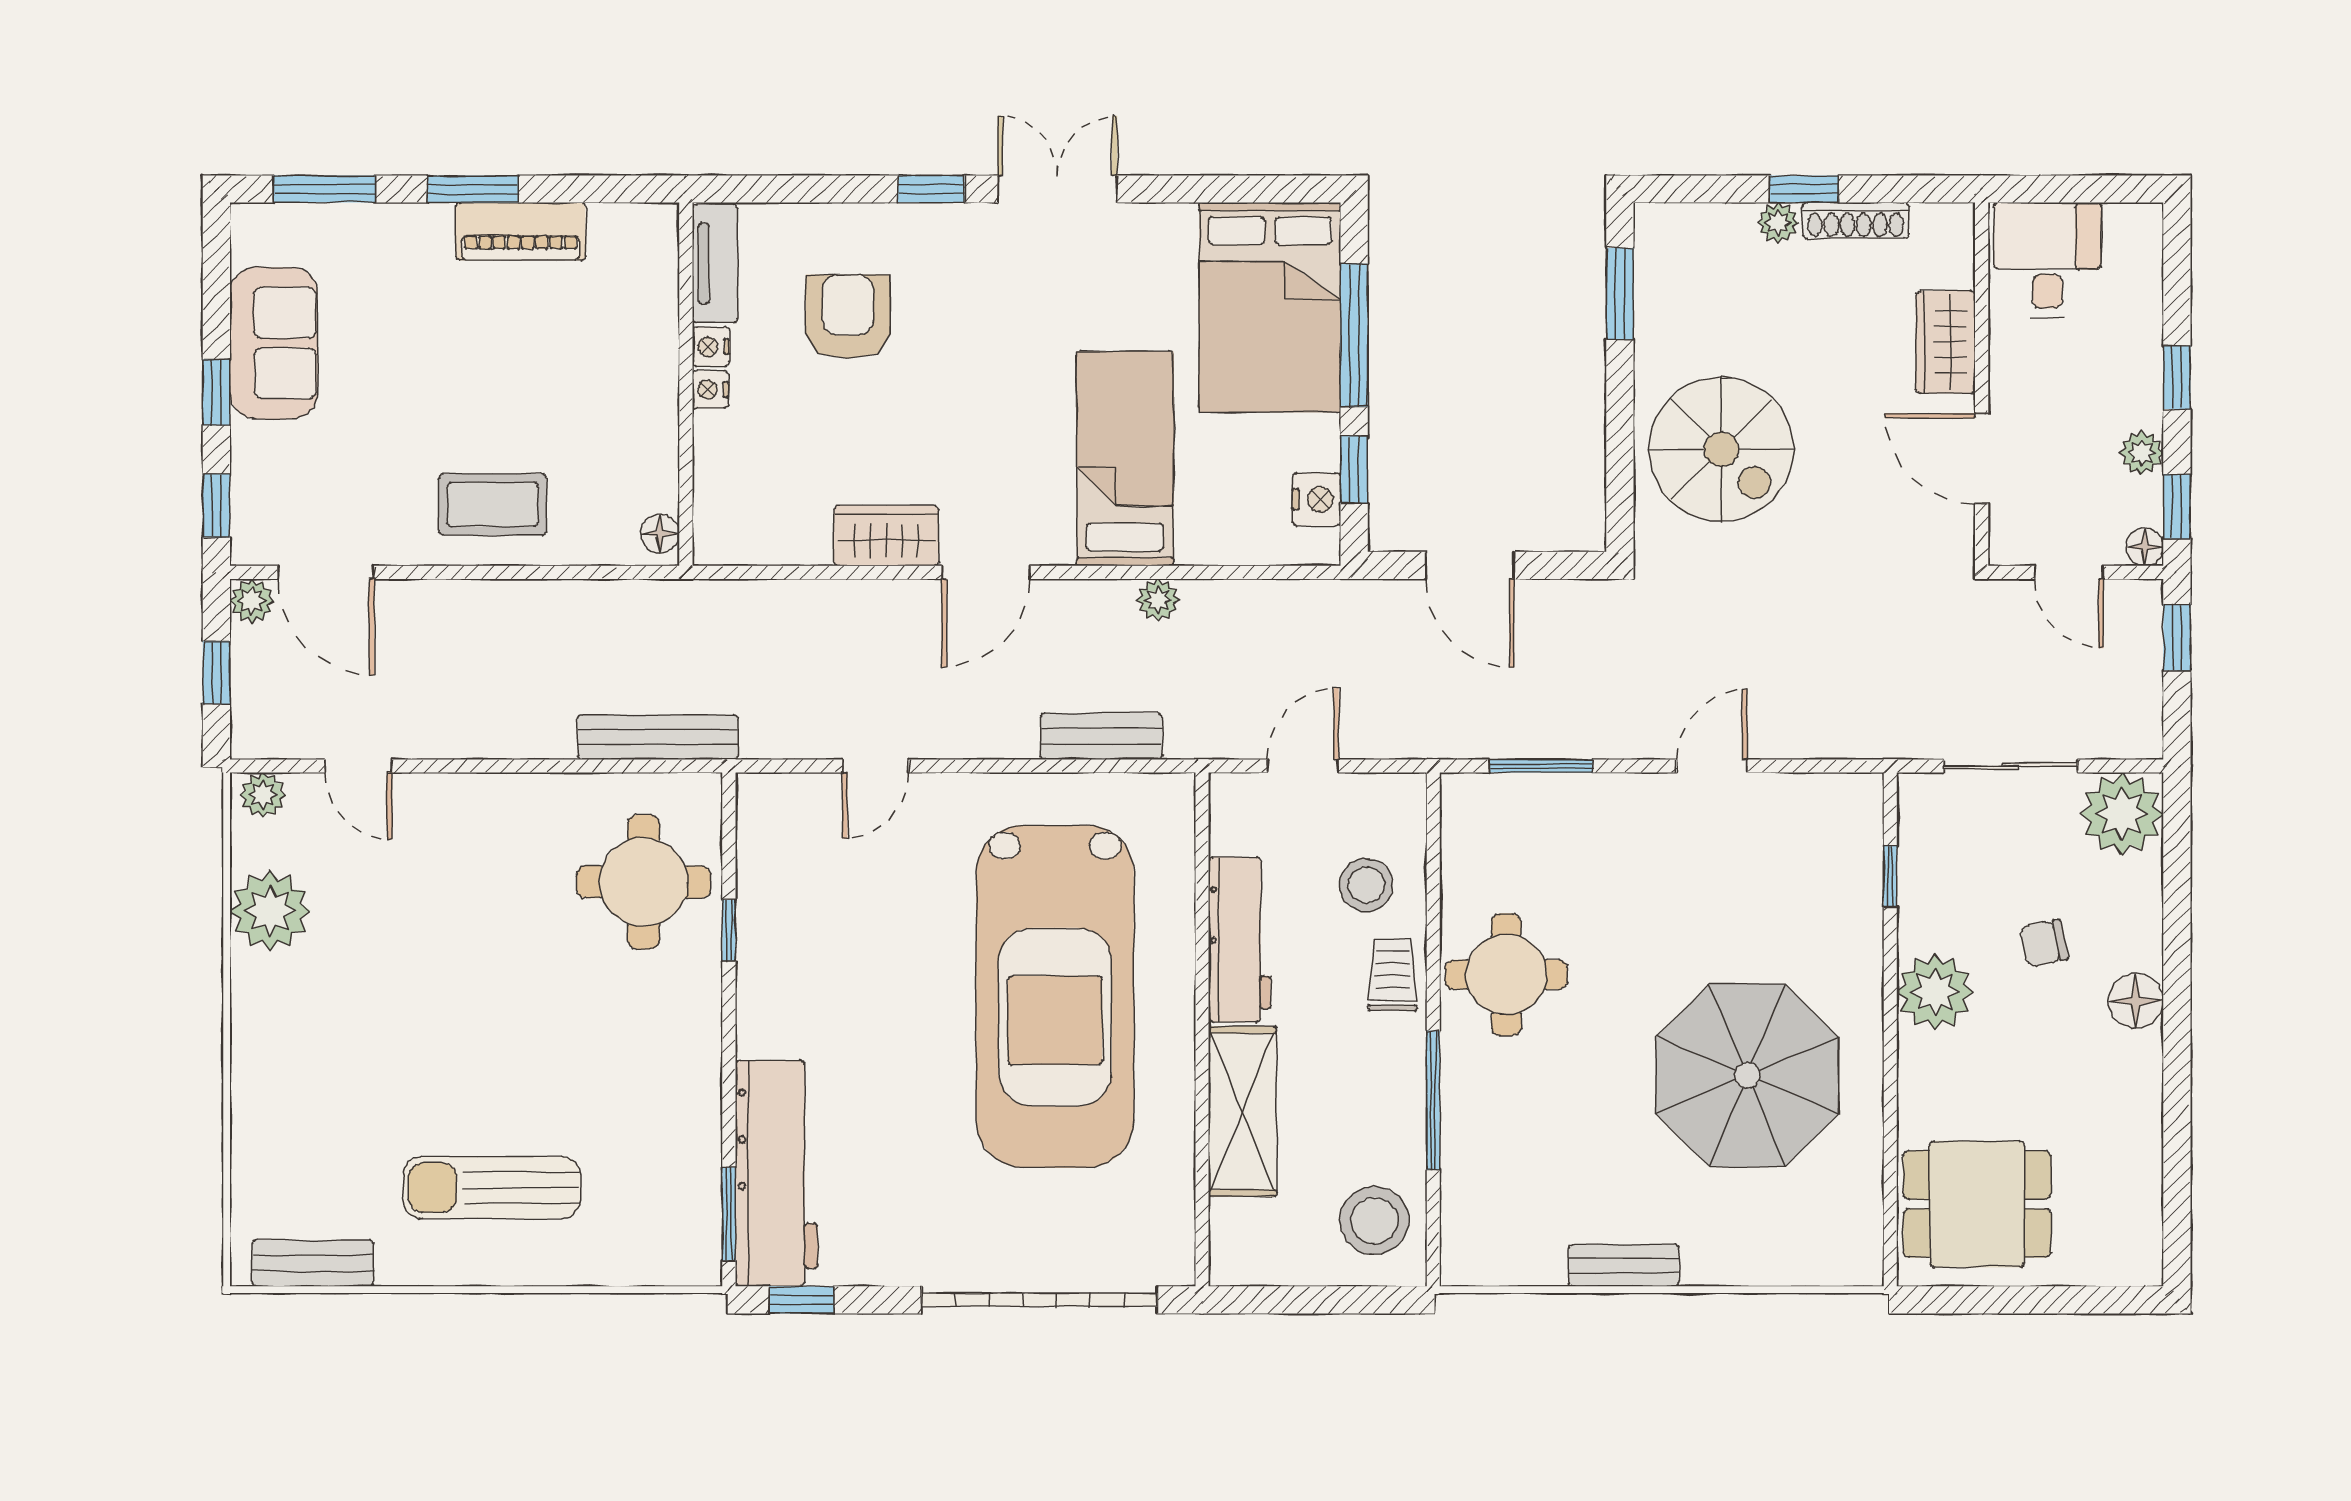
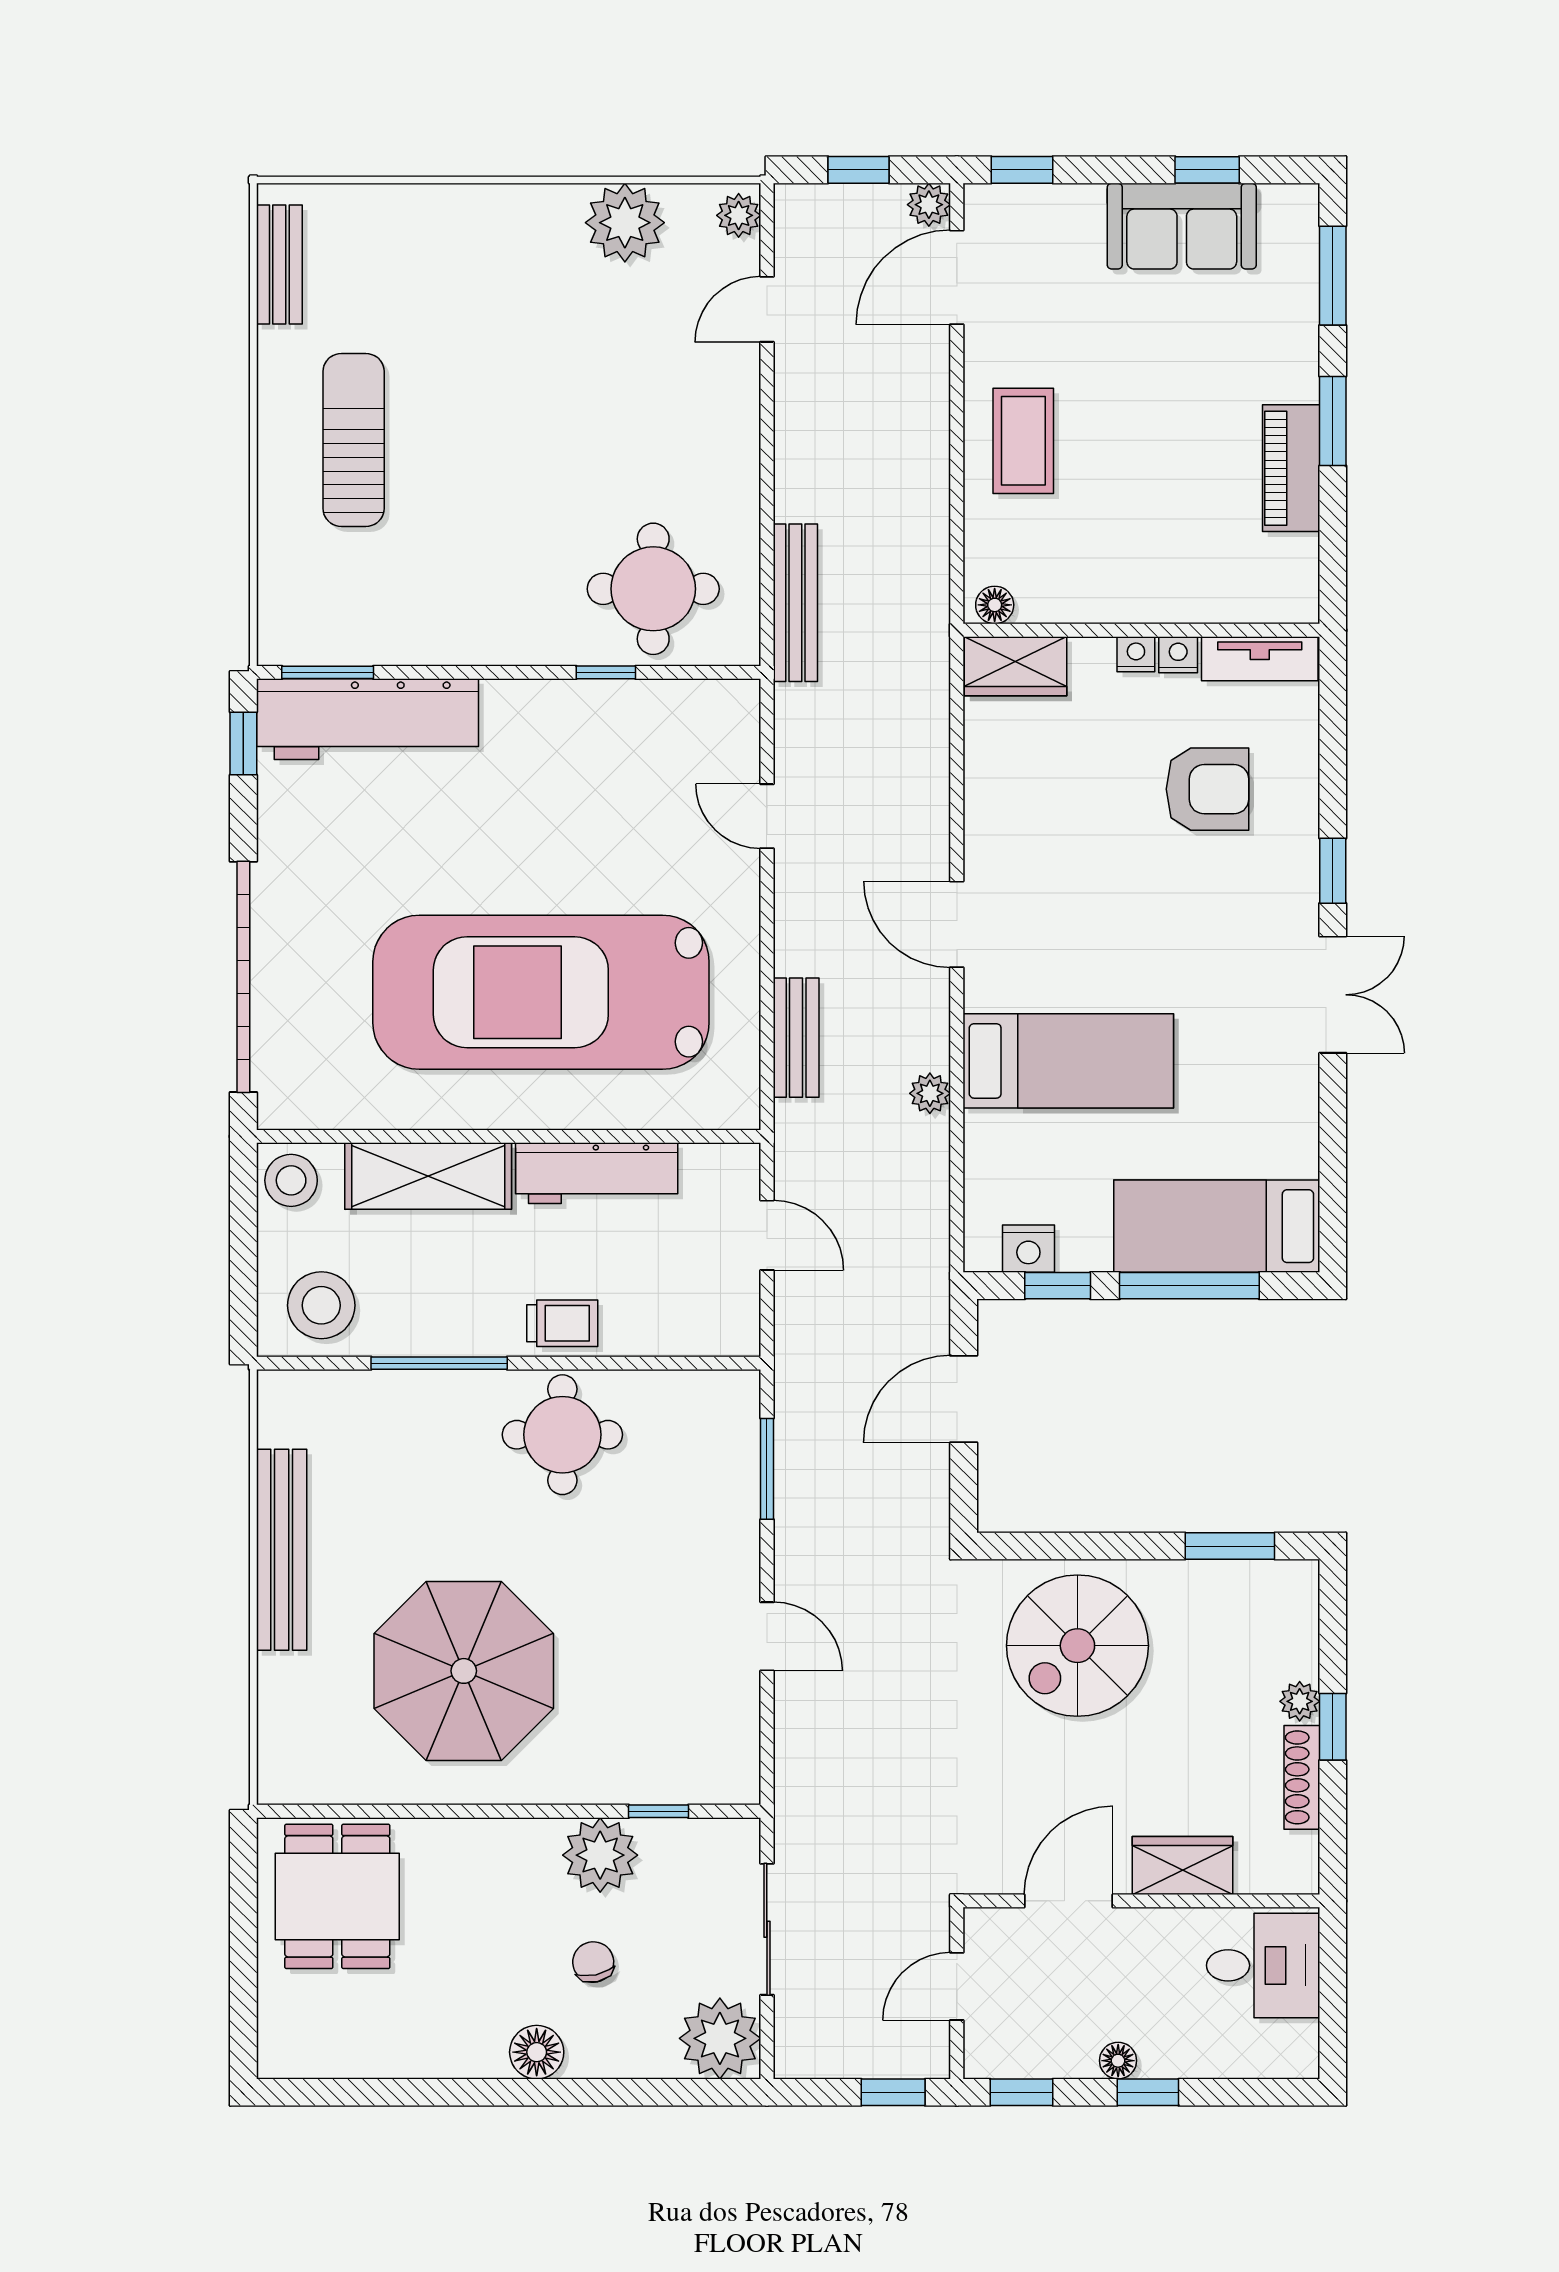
bed: (1270, 307) -> (1217, 1226), width x0.67
window: (216, 392) -> (1207, 170), moved
plant: (2142, 453) -> (1074, 2058), removed
wardrobe: (886, 536) -> (1016, 666), moved, turned 90
floor lamp: (2145, 547) -> (1118, 2061), moved
stool: (1366, 885) -> (291, 1180), moved
plant: (1935, 992) -> (600, 1855), moved
bench: (1623, 1265) -> (282, 1550), width x1.86, depth x1.21

